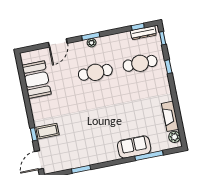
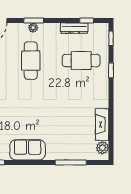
dresser: (143, 33) -> (74, 28), moved
cafe table: (95, 72) -> (31, 61), turned 90
sofa: (134, 147) -> (28, 150), moved

